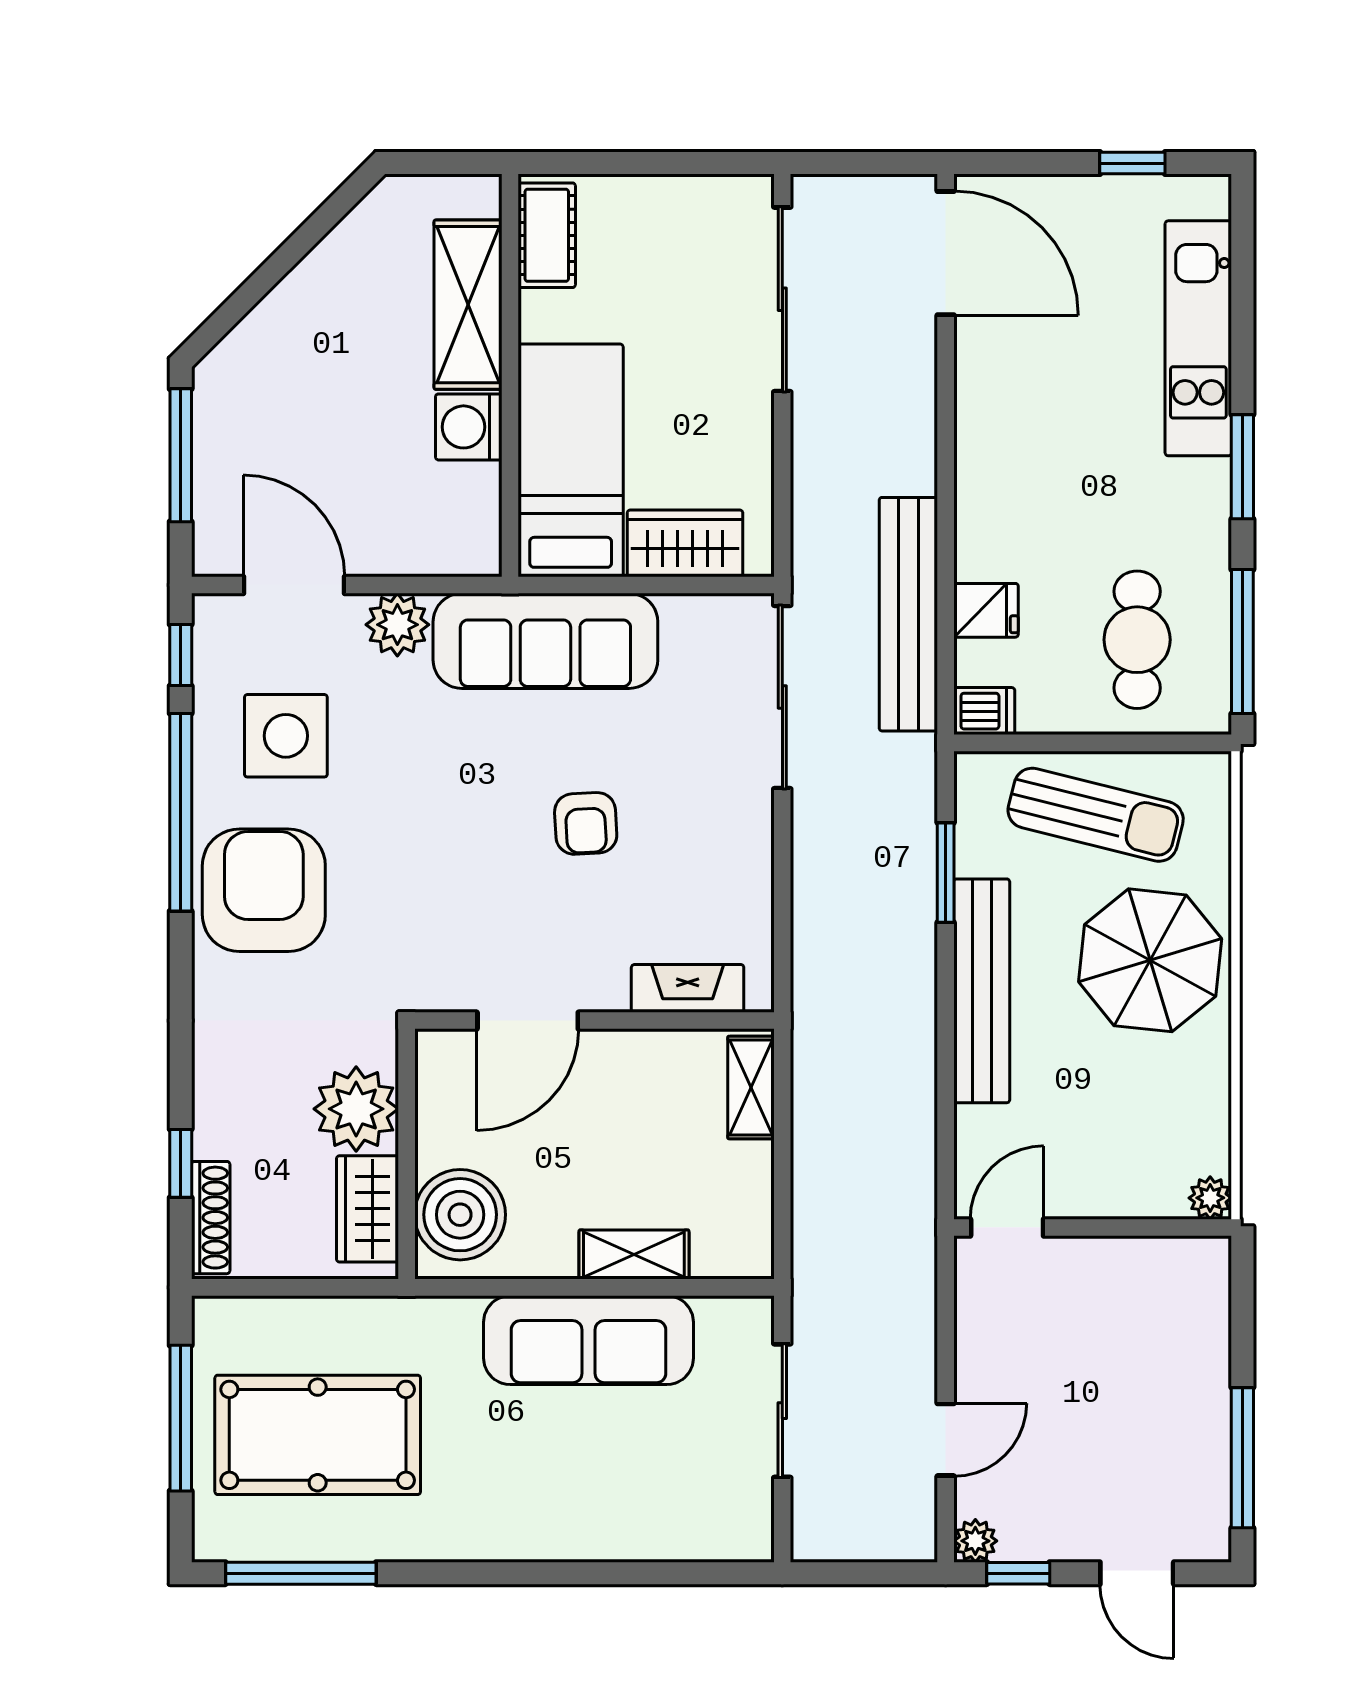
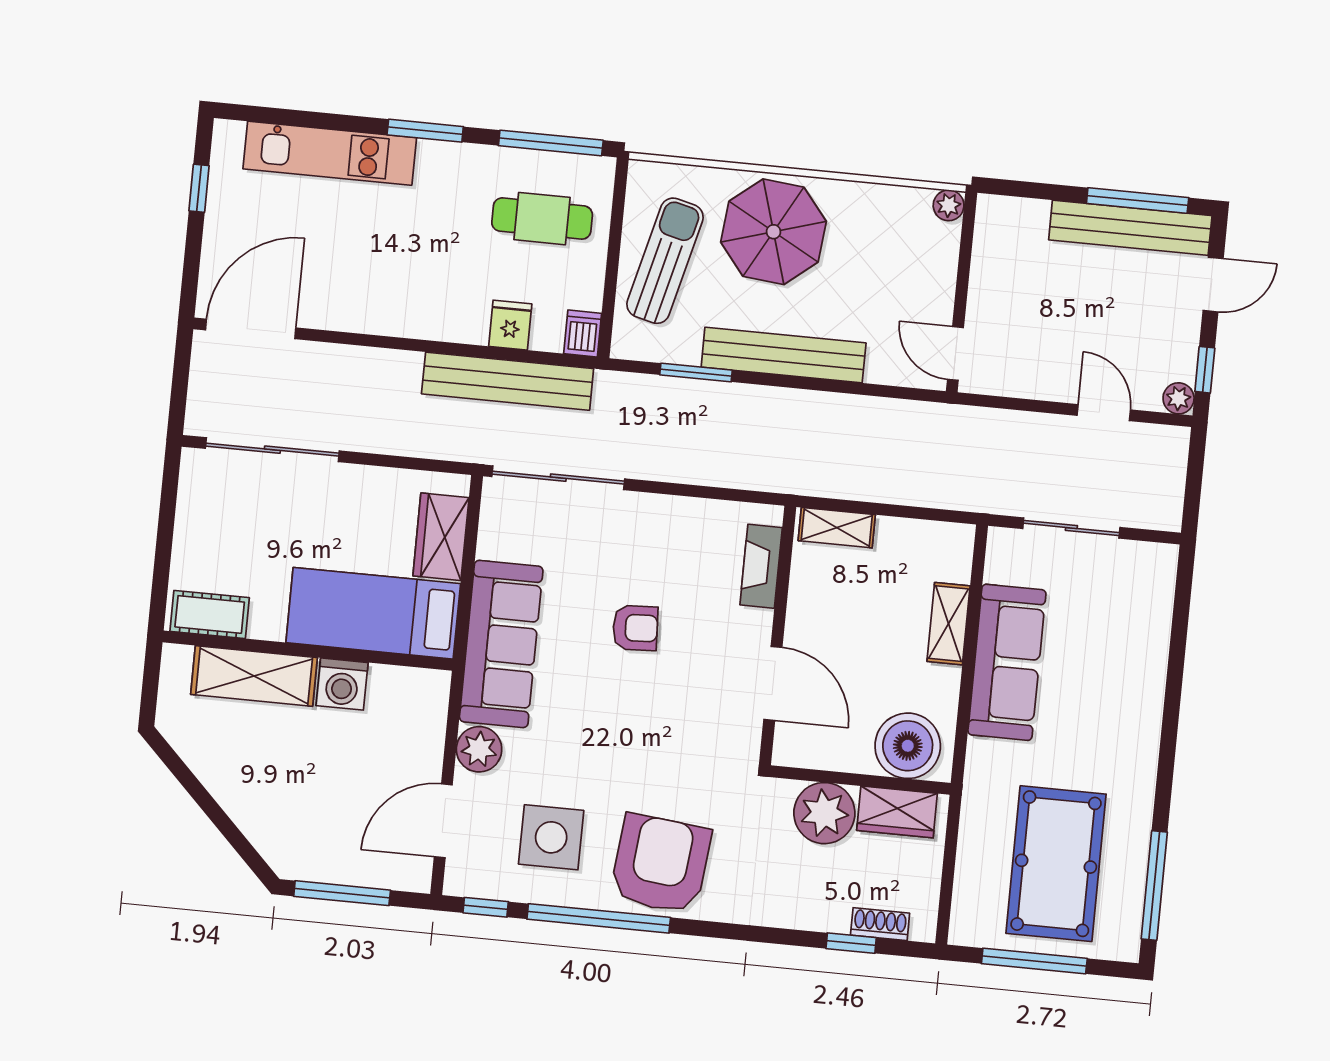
armchair: (264, 890) -> (661, 864), turned 96
shoe rack: (211, 1218) -> (880, 924), width x0.70
bench: (1204, 1451) -> (1130, 228), added

